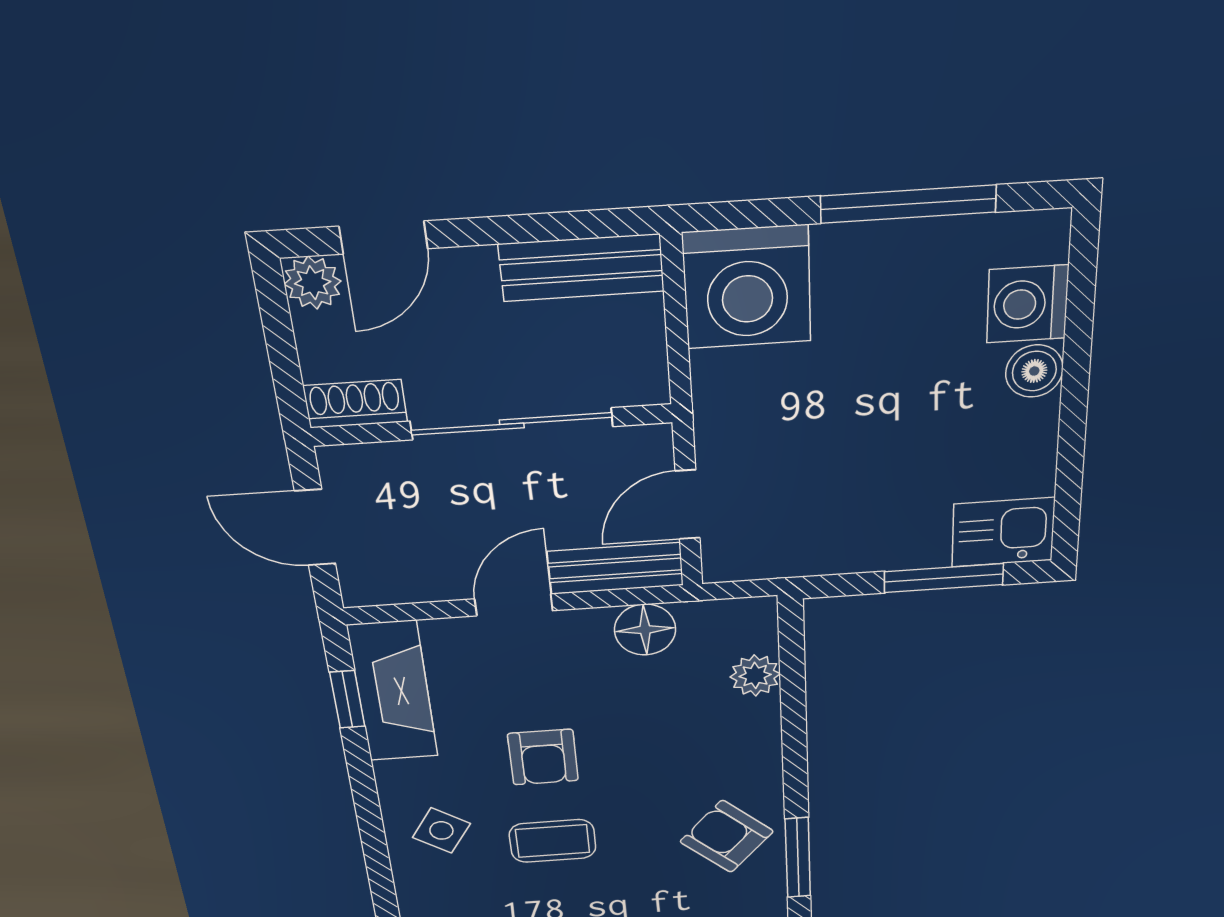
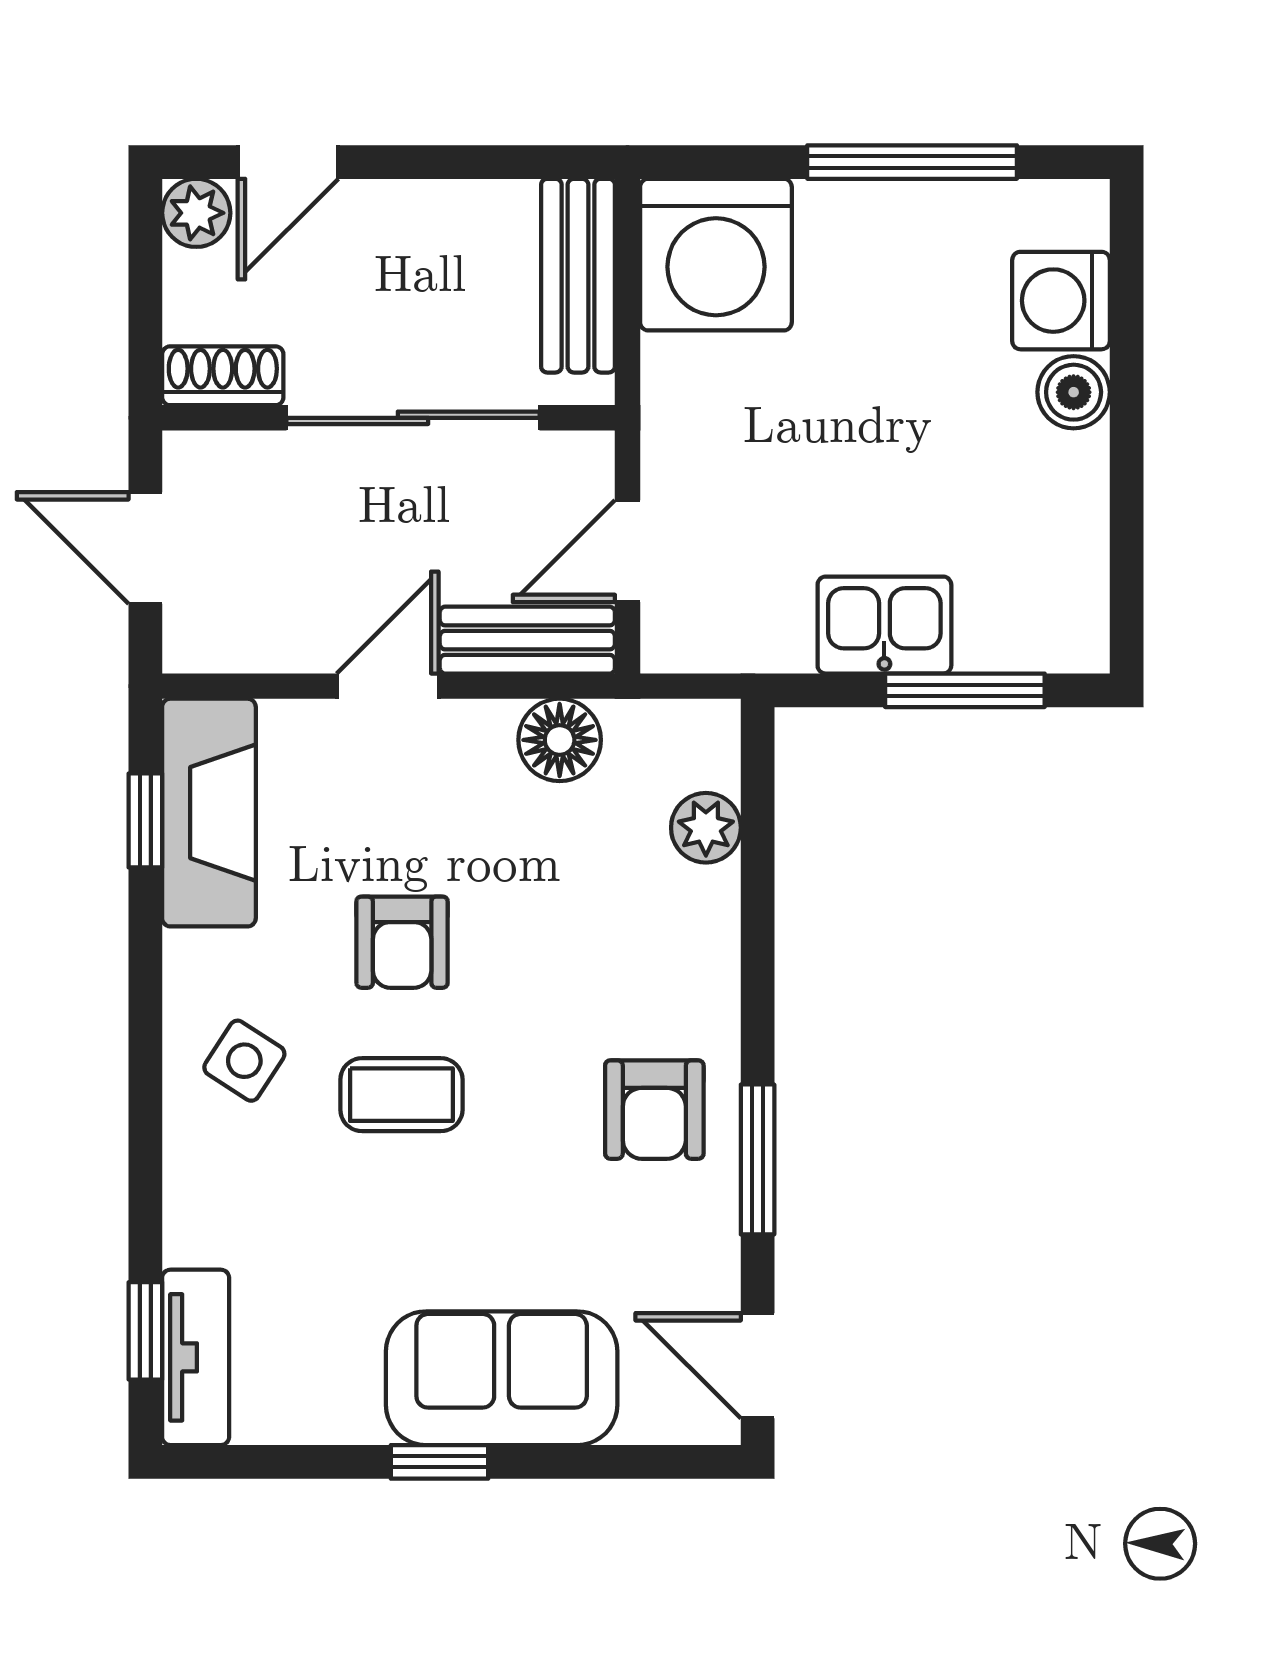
bench: (582, 268) -> (578, 276), moved, turned 90
kitchen sink: (1003, 532) -> (884, 625), moved
armchair: (727, 836) -> (654, 1110), turned -132

